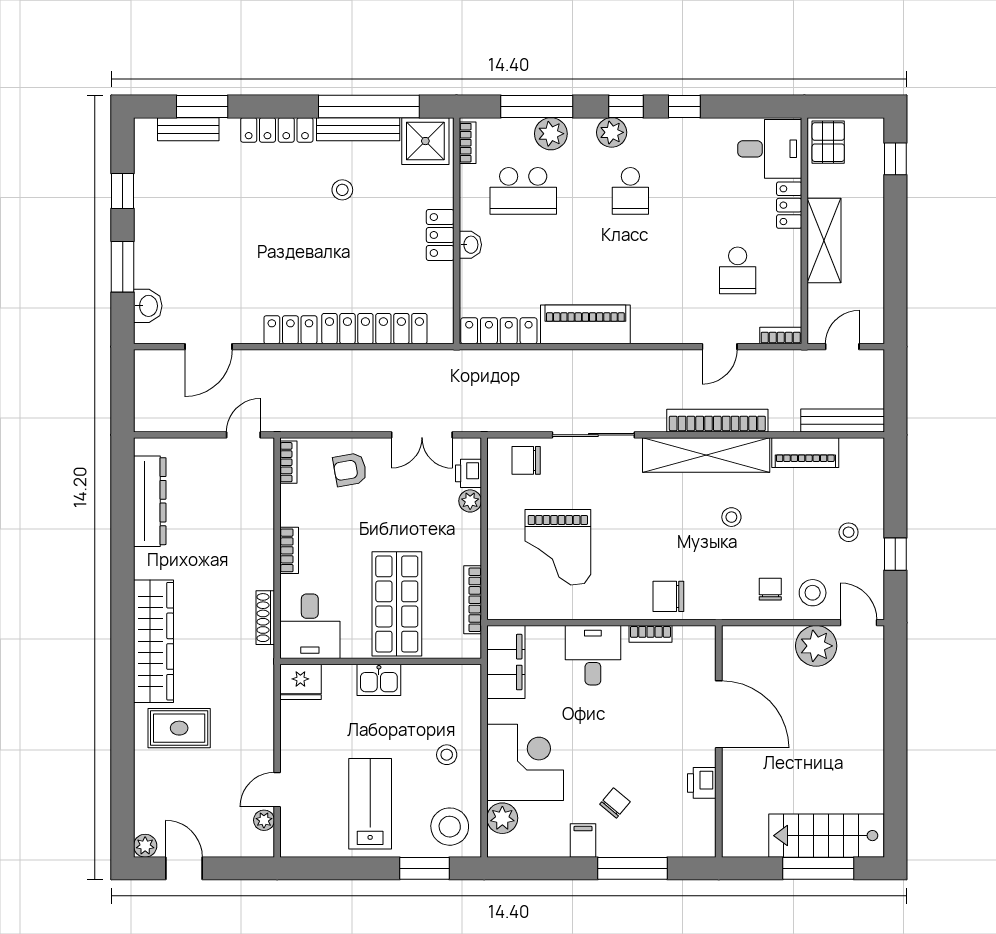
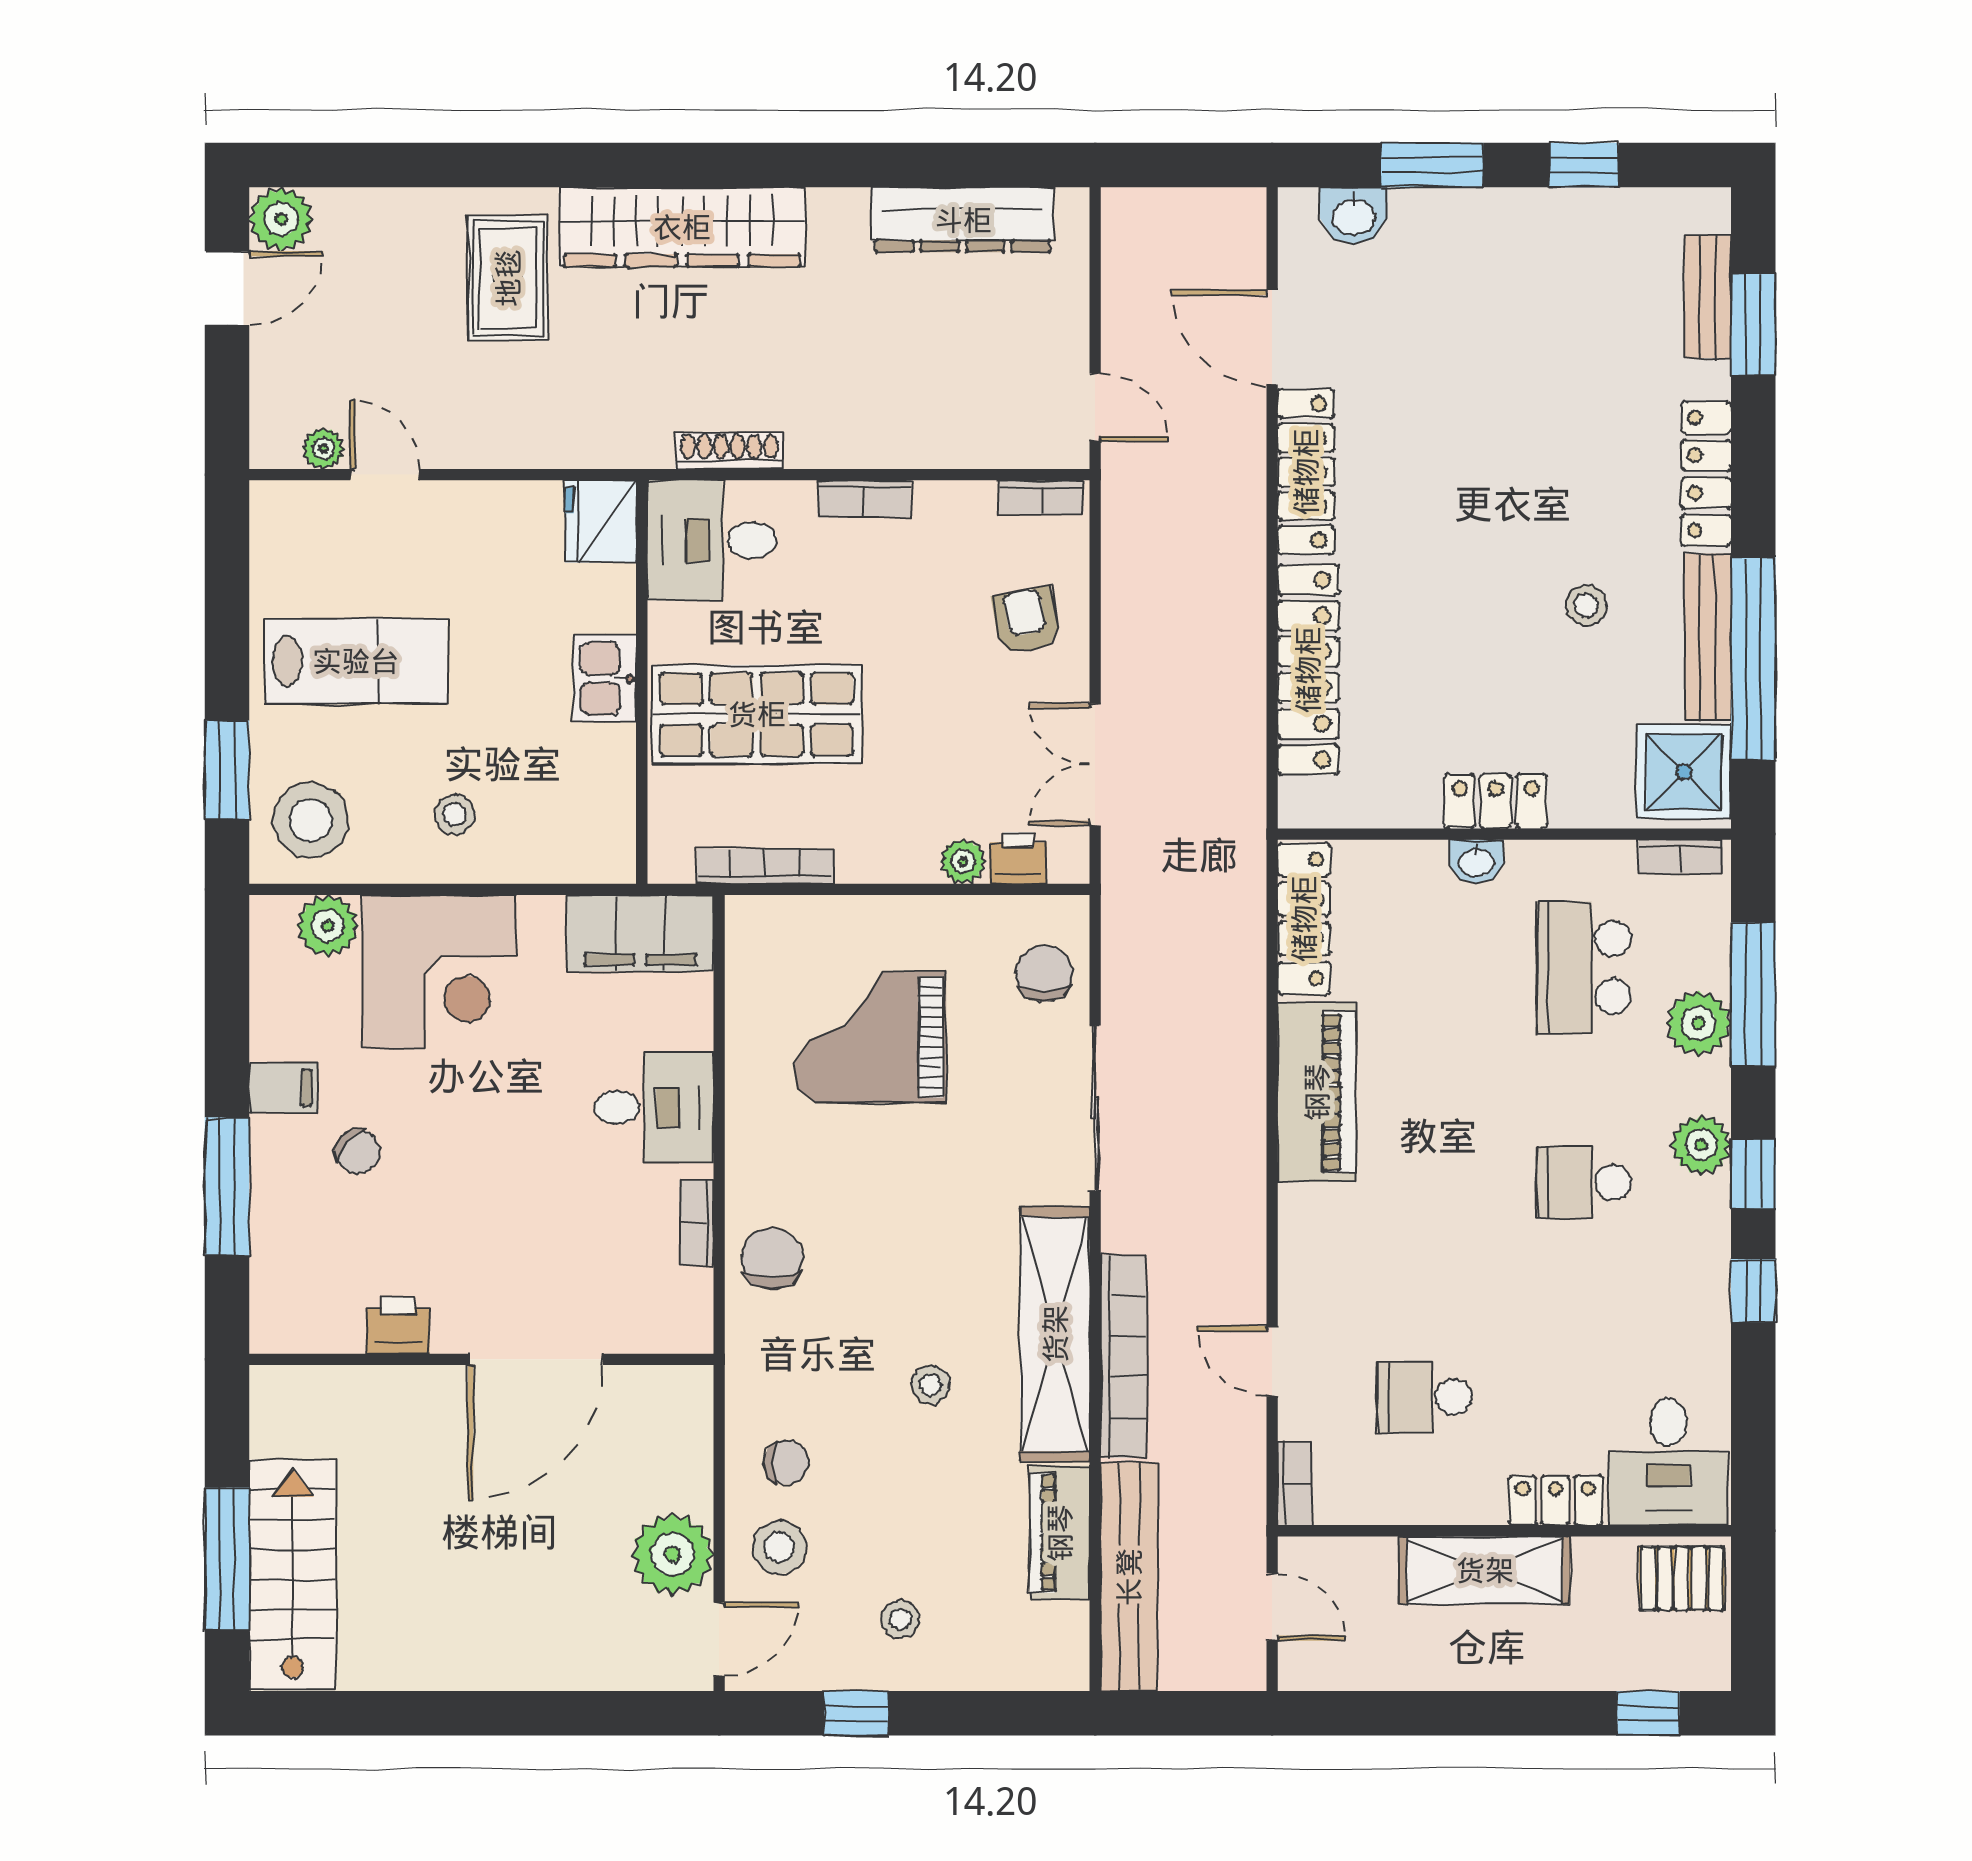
locker: (290, 330) -> (1306, 472), width x1.53
bench: (843, 420) -> (1129, 1577), width x1.37, depth x1.21
plant: (145, 846) -> (281, 219), width x1.38, depth x1.38

